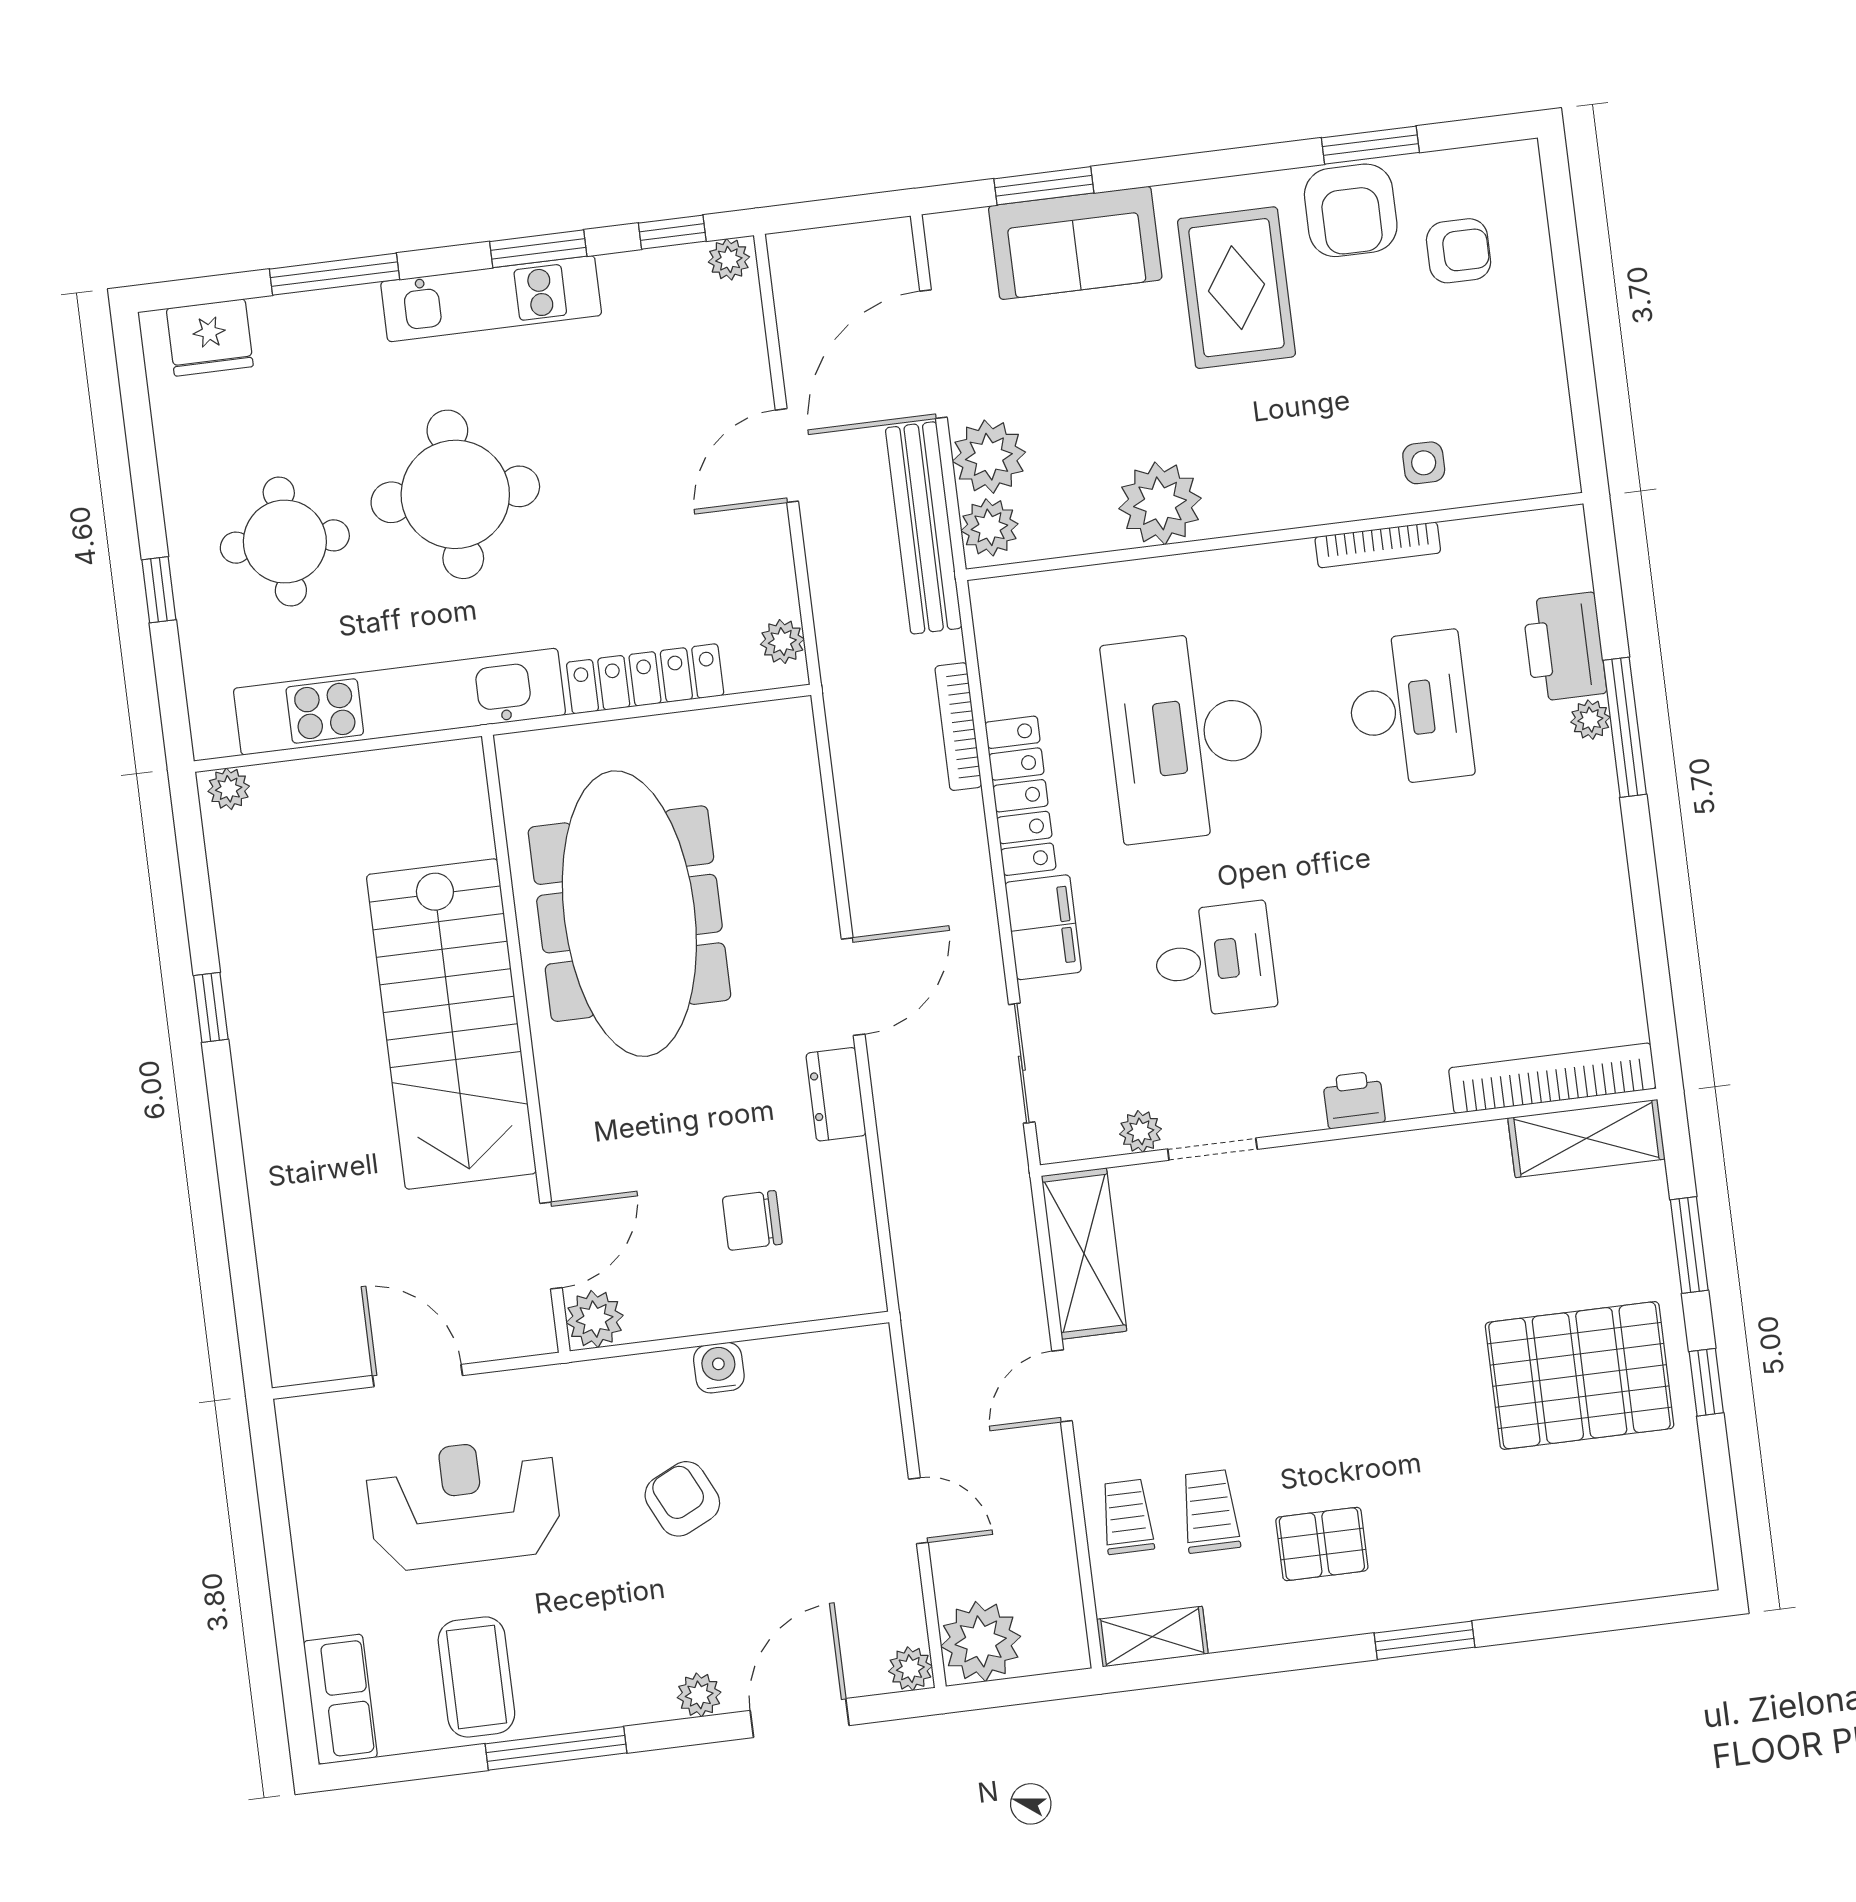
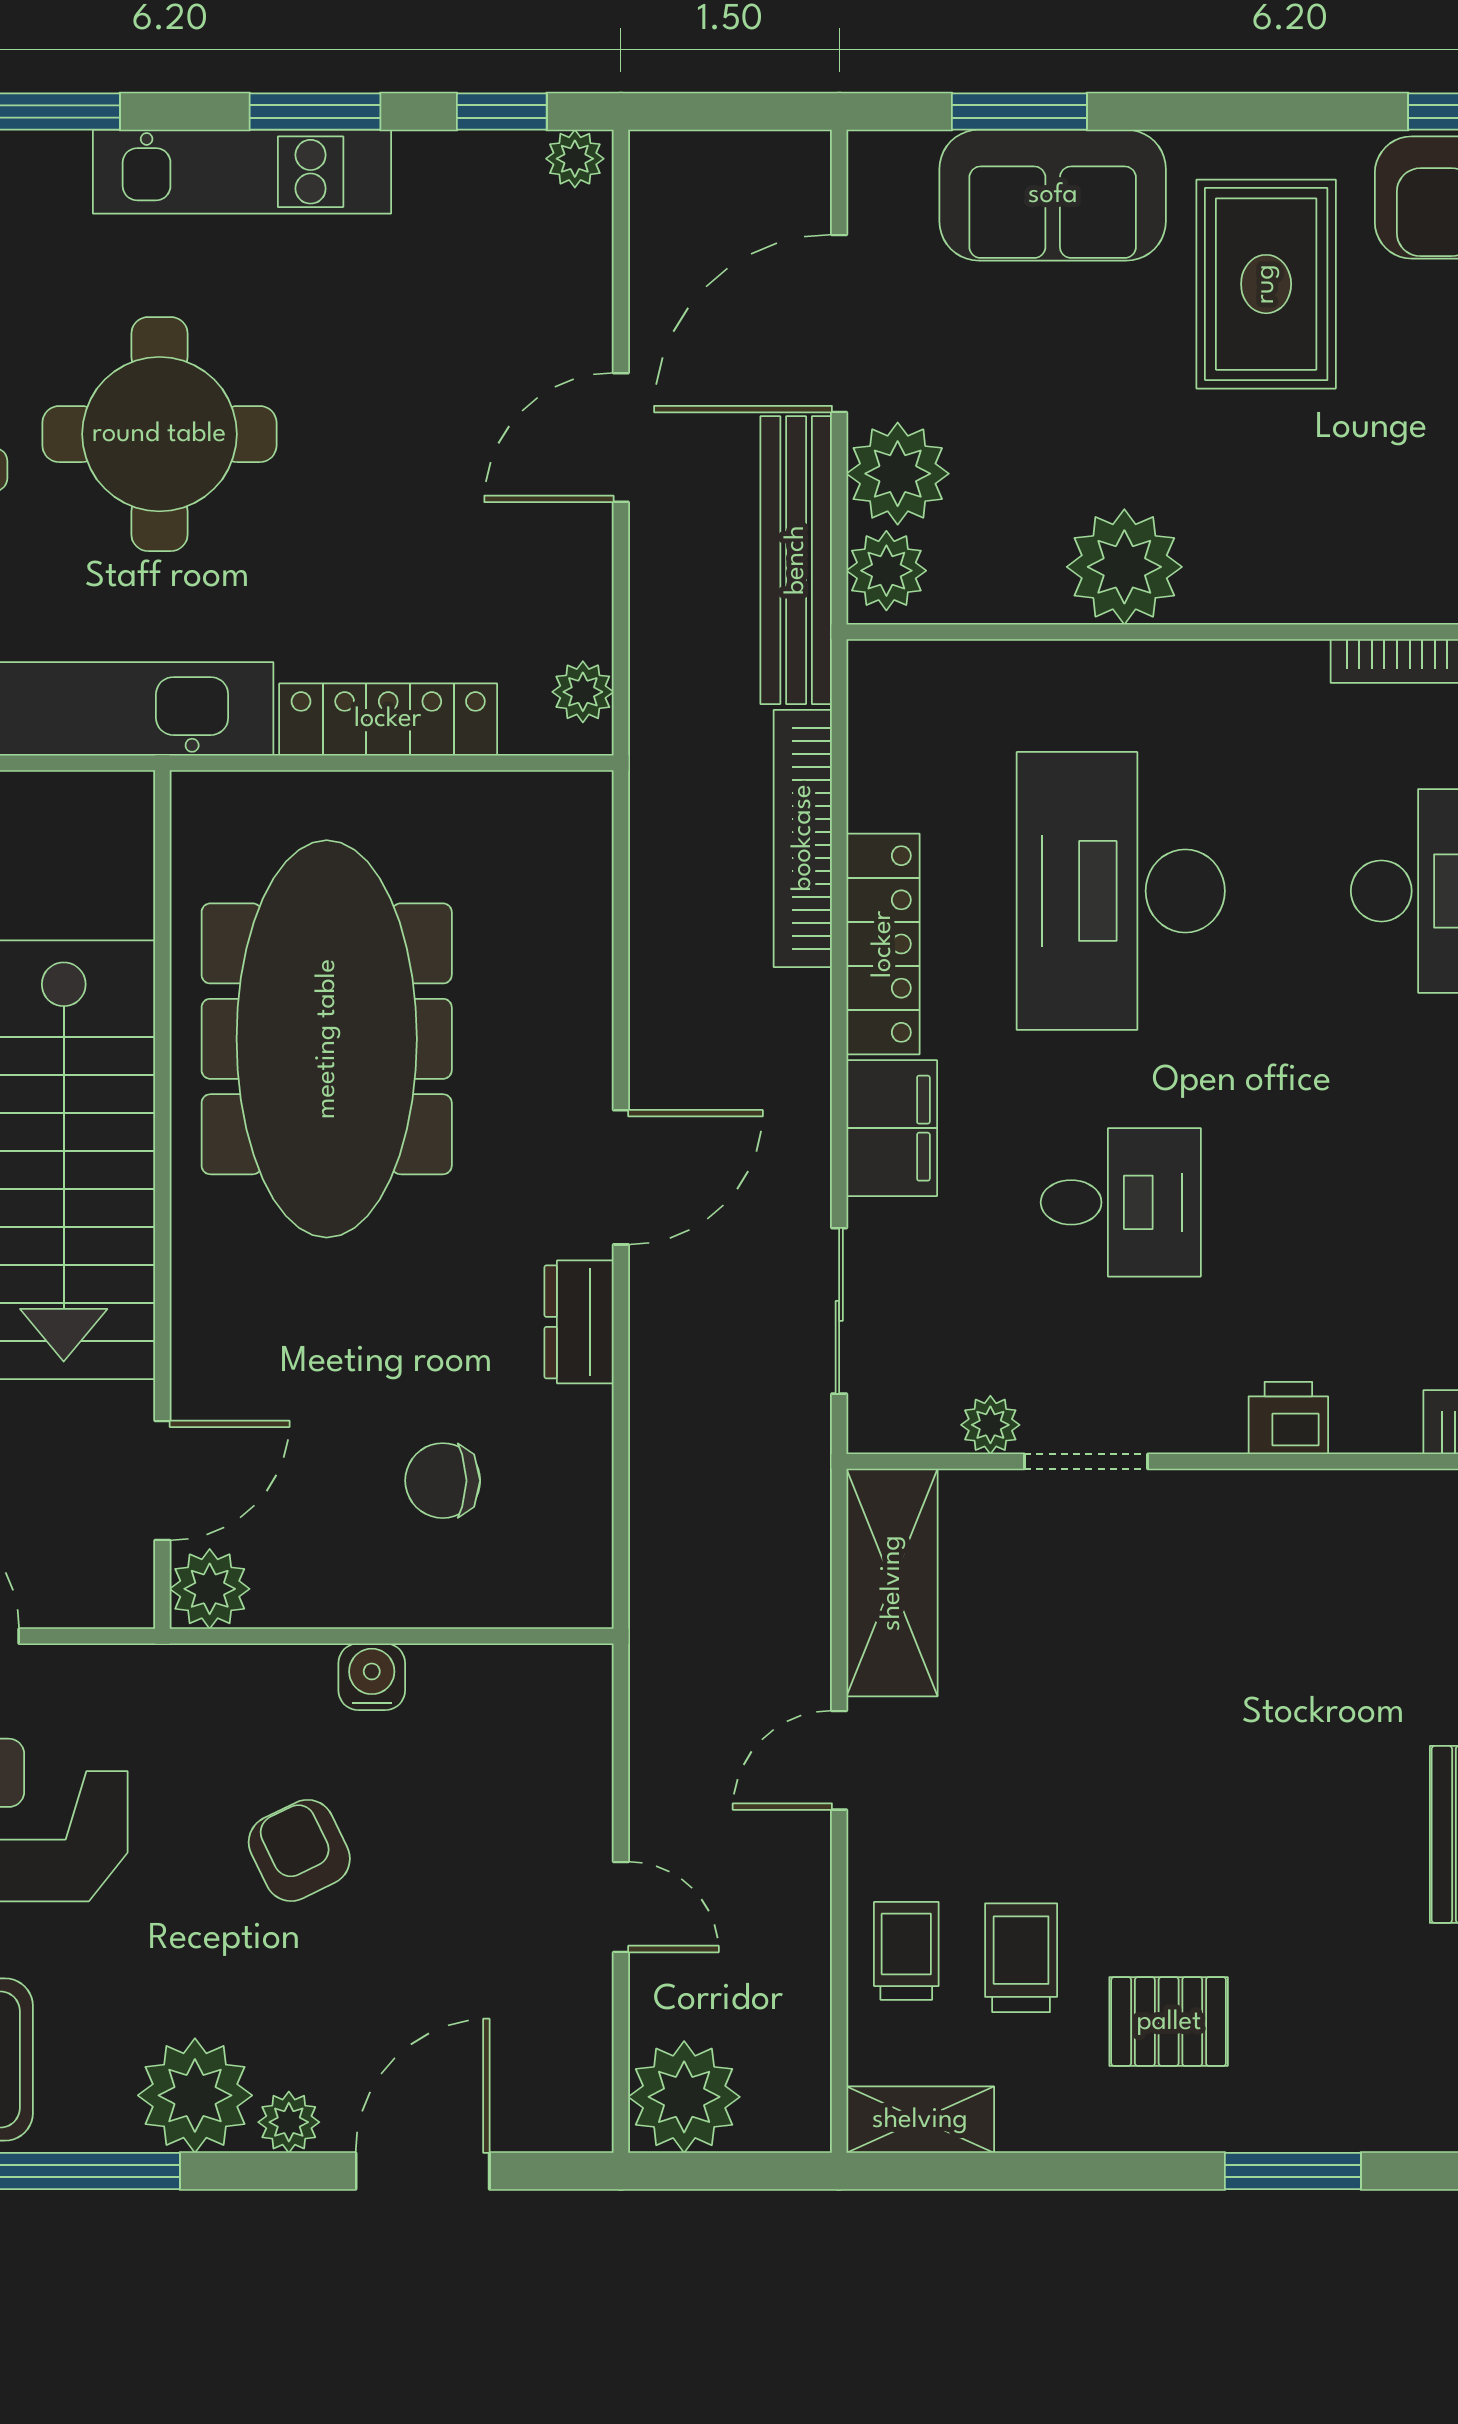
bookcase: (958, 727) -> (803, 838), width x1.48, depth x1.31
plant: (910, 1669) -> (195, 2095), moved, width x1.87, depth x1.87

